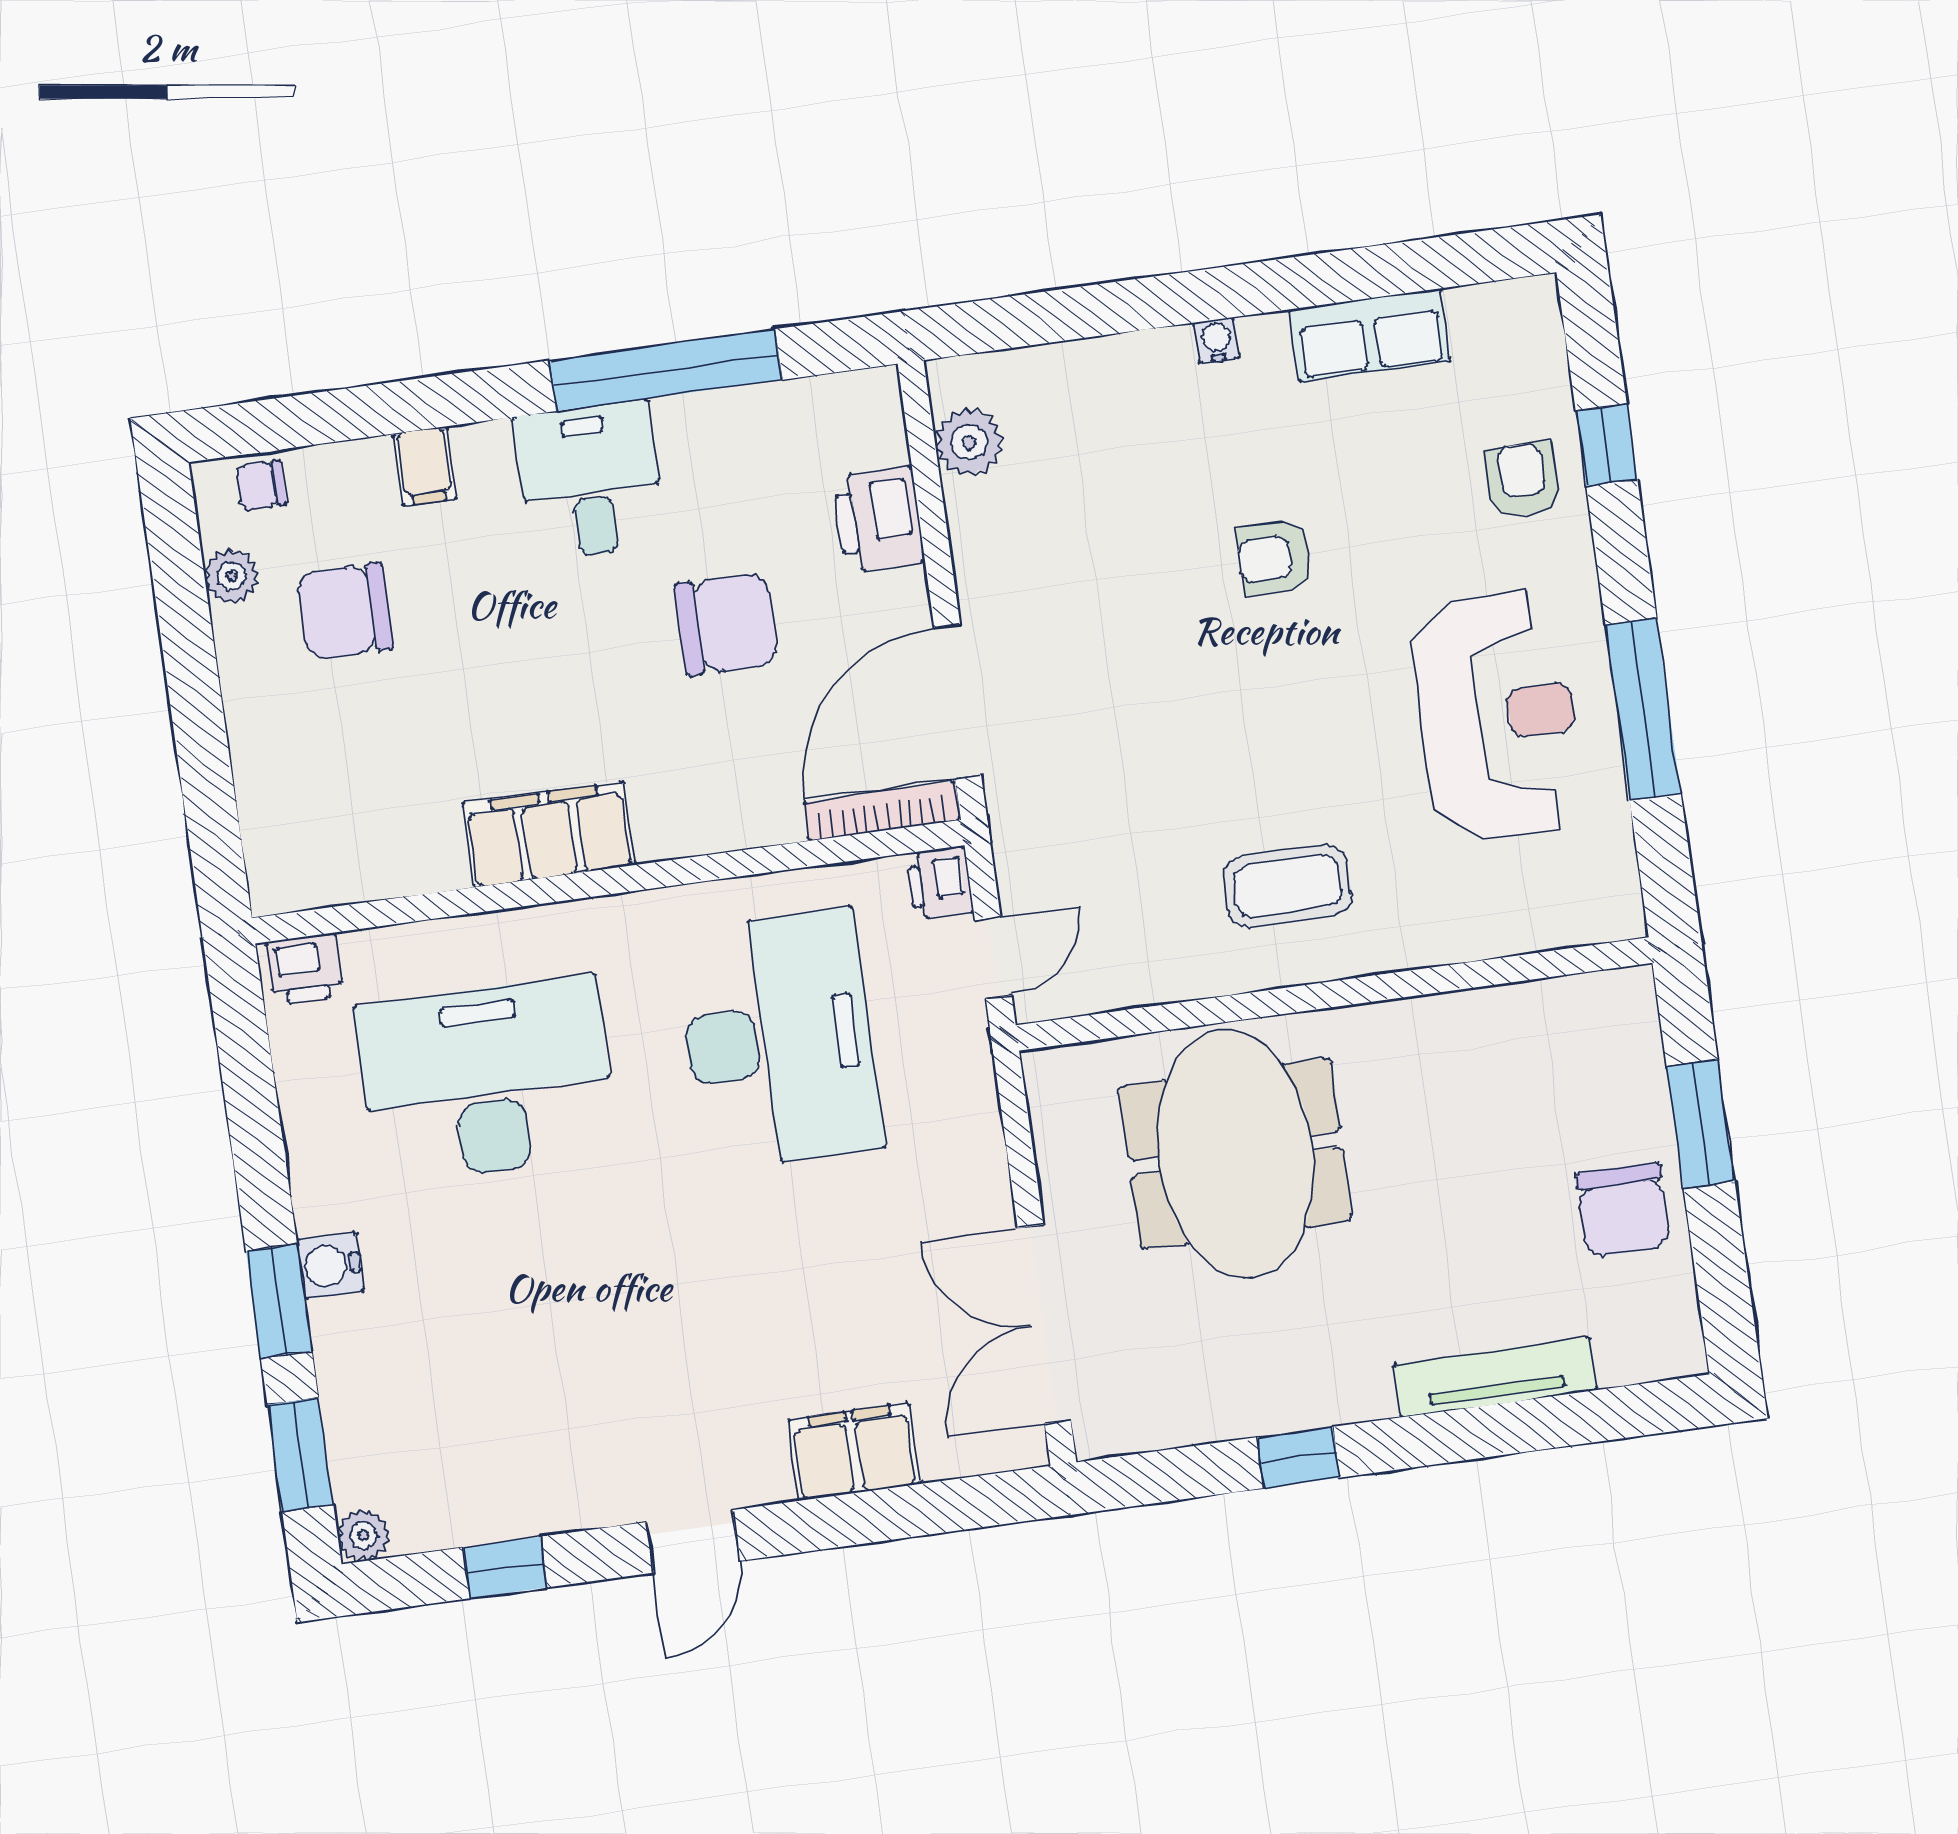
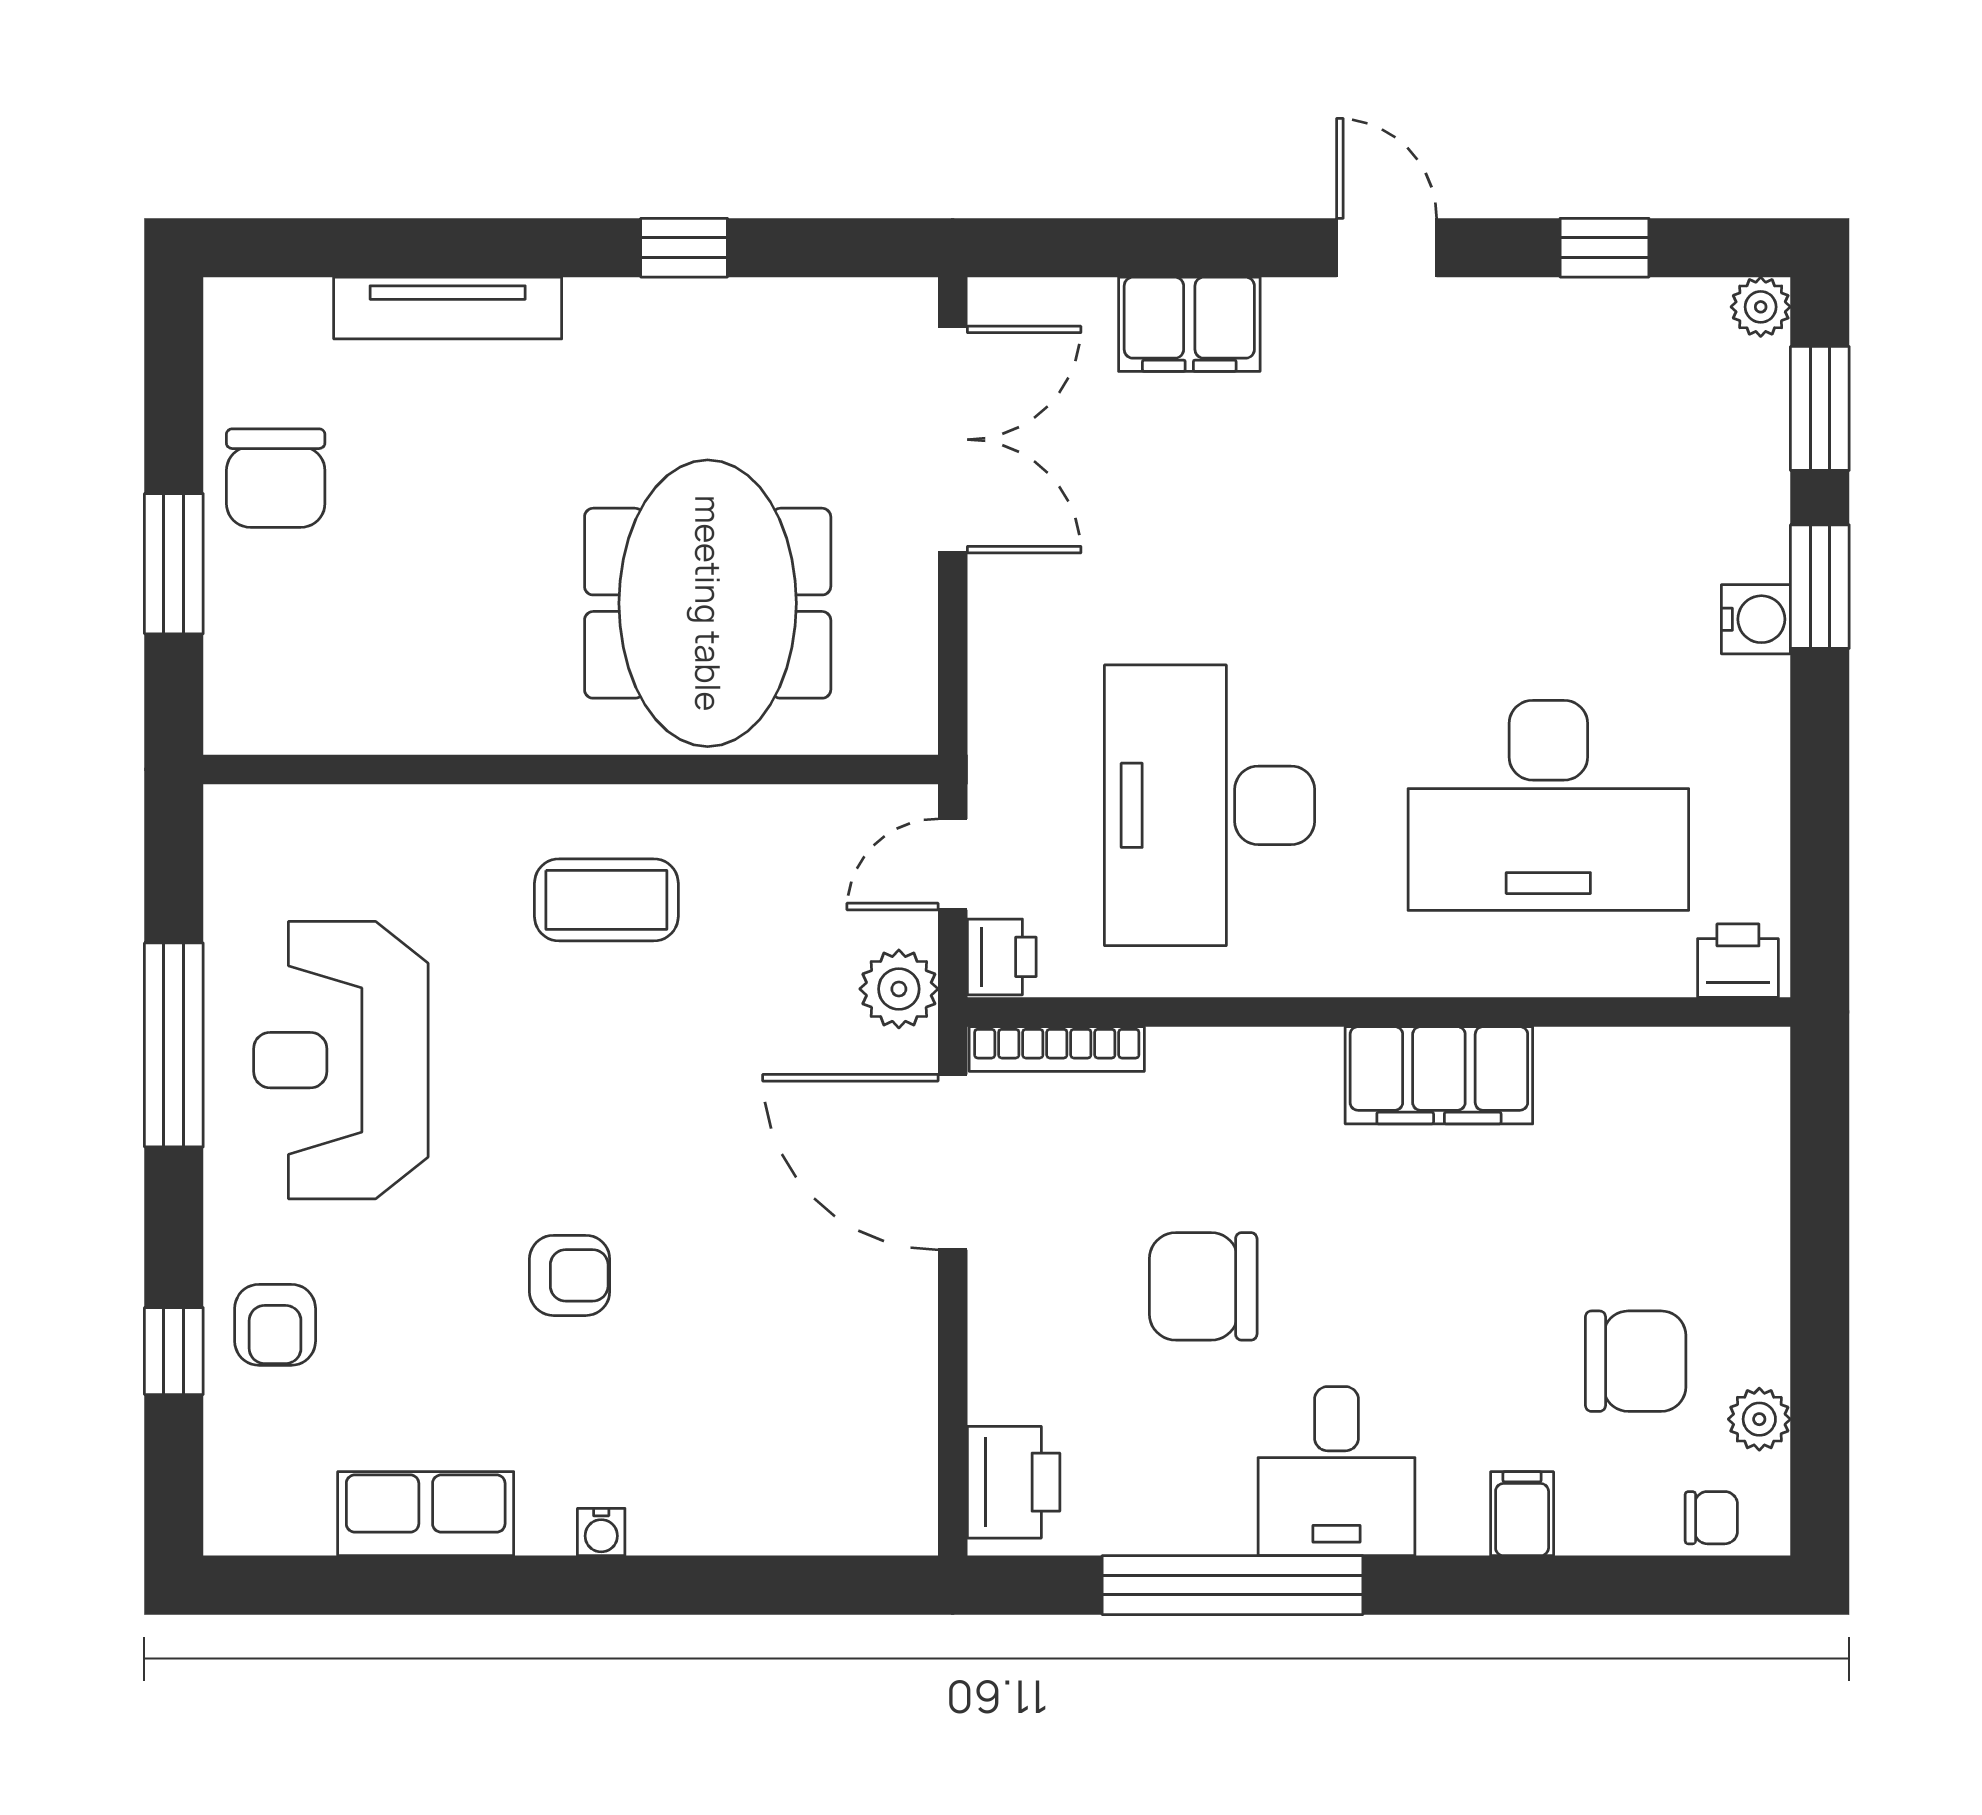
plant: (969, 442) -> (899, 989), moved
printer: (879, 520) -> (1014, 1482), moved
door: (958, 701) -> (953, 1162), swing flipped
chair: (1623, 1210) -> (276, 478), turned 180
door: (693, 1541) -> (1387, 248), hinge flipped

